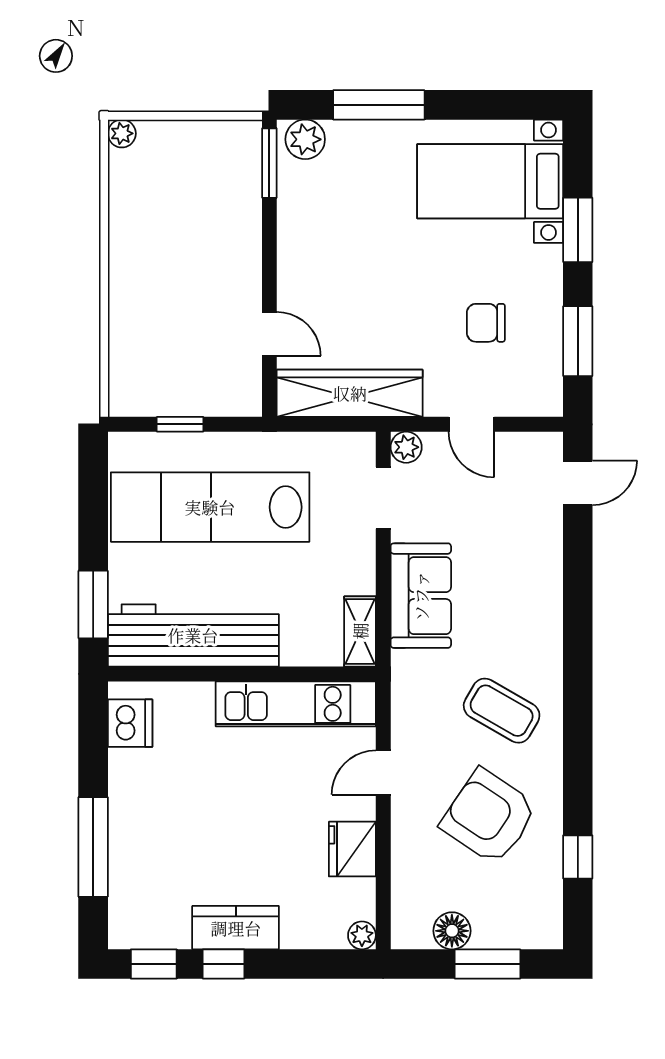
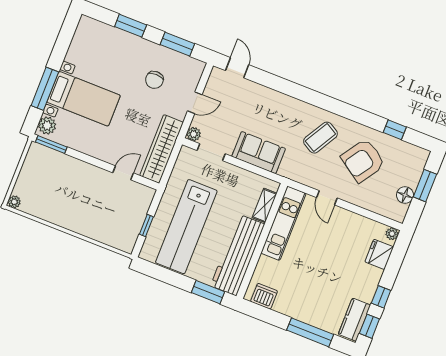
bed with nightstands: (490, 181) -> (84, 99), moved, turned -90
shelving: (360, 631) -> (265, 205), moved, turned 90
fridge: (352, 849) -> (379, 254), moved, turned 90
kitchen counter: (236, 928) -> (354, 320), moved

